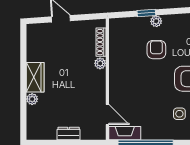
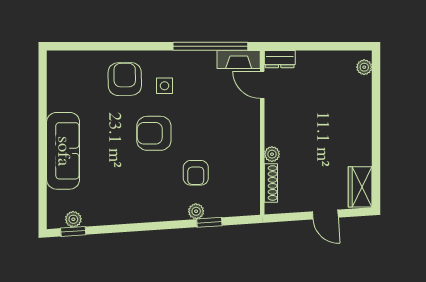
wardrobe: (35, 77) -> (360, 187), moved
plant: (32, 99) -> (364, 67), moved
dresser: (69, 133) -> (280, 59), moved

